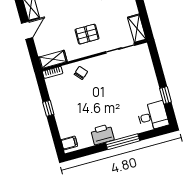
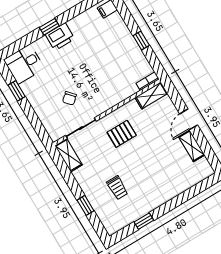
chair: (81, 73) -> (69, 98), moved
printer: (102, 134) -> (60, 37), moved
window: (123, 142) -> (49, 27), width x0.46

